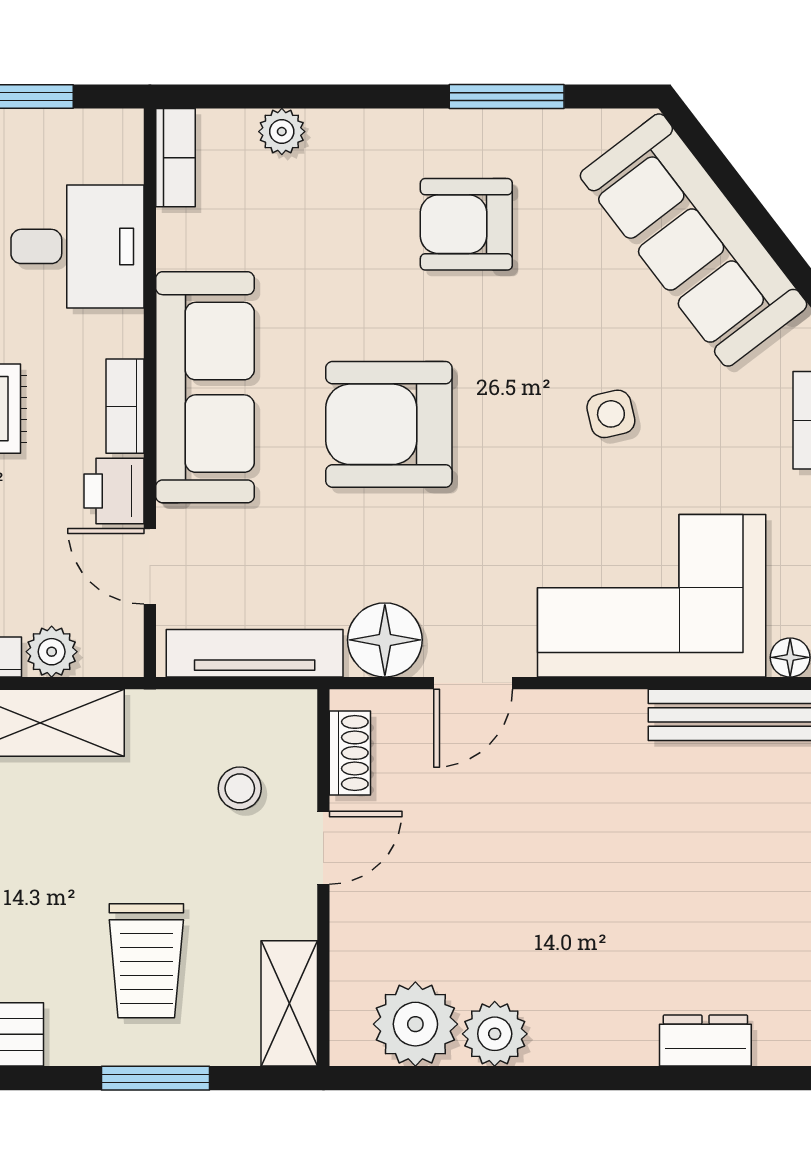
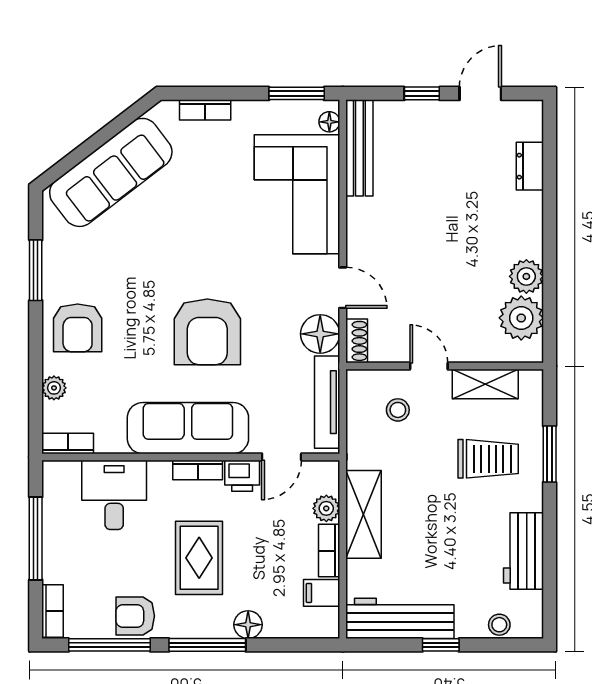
armchair: (466, 224) -> (78, 328), moved
side table: (611, 414) -> (202, 216), removed
shoe rack: (350, 753) -> (357, 341), moved, turned 90
shelving: (289, 1003) -> (485, 384), moved

